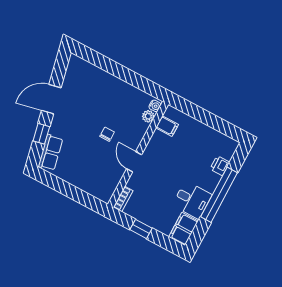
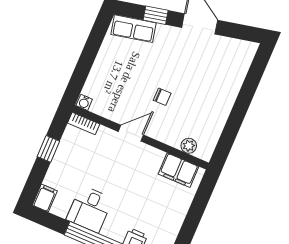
water cooler: (155, 106) -> (84, 102), moved
filing cabinet: (167, 126) -> (179, 170), width x2.00
filing cabinet: (183, 229) -> (45, 198), width x0.50

